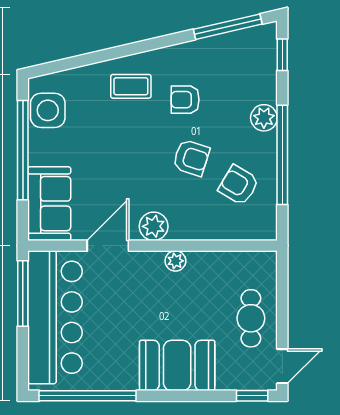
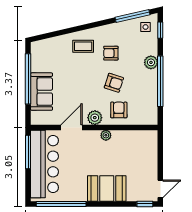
side table: (48, 110) -> (146, 27), moved, width x0.54, depth x0.54
armchair: (239, 185) -> (119, 110), moved, turned 59
sofa: (49, 204) -> (42, 92), moved
cafe table: (251, 318) -> (144, 165), removed

